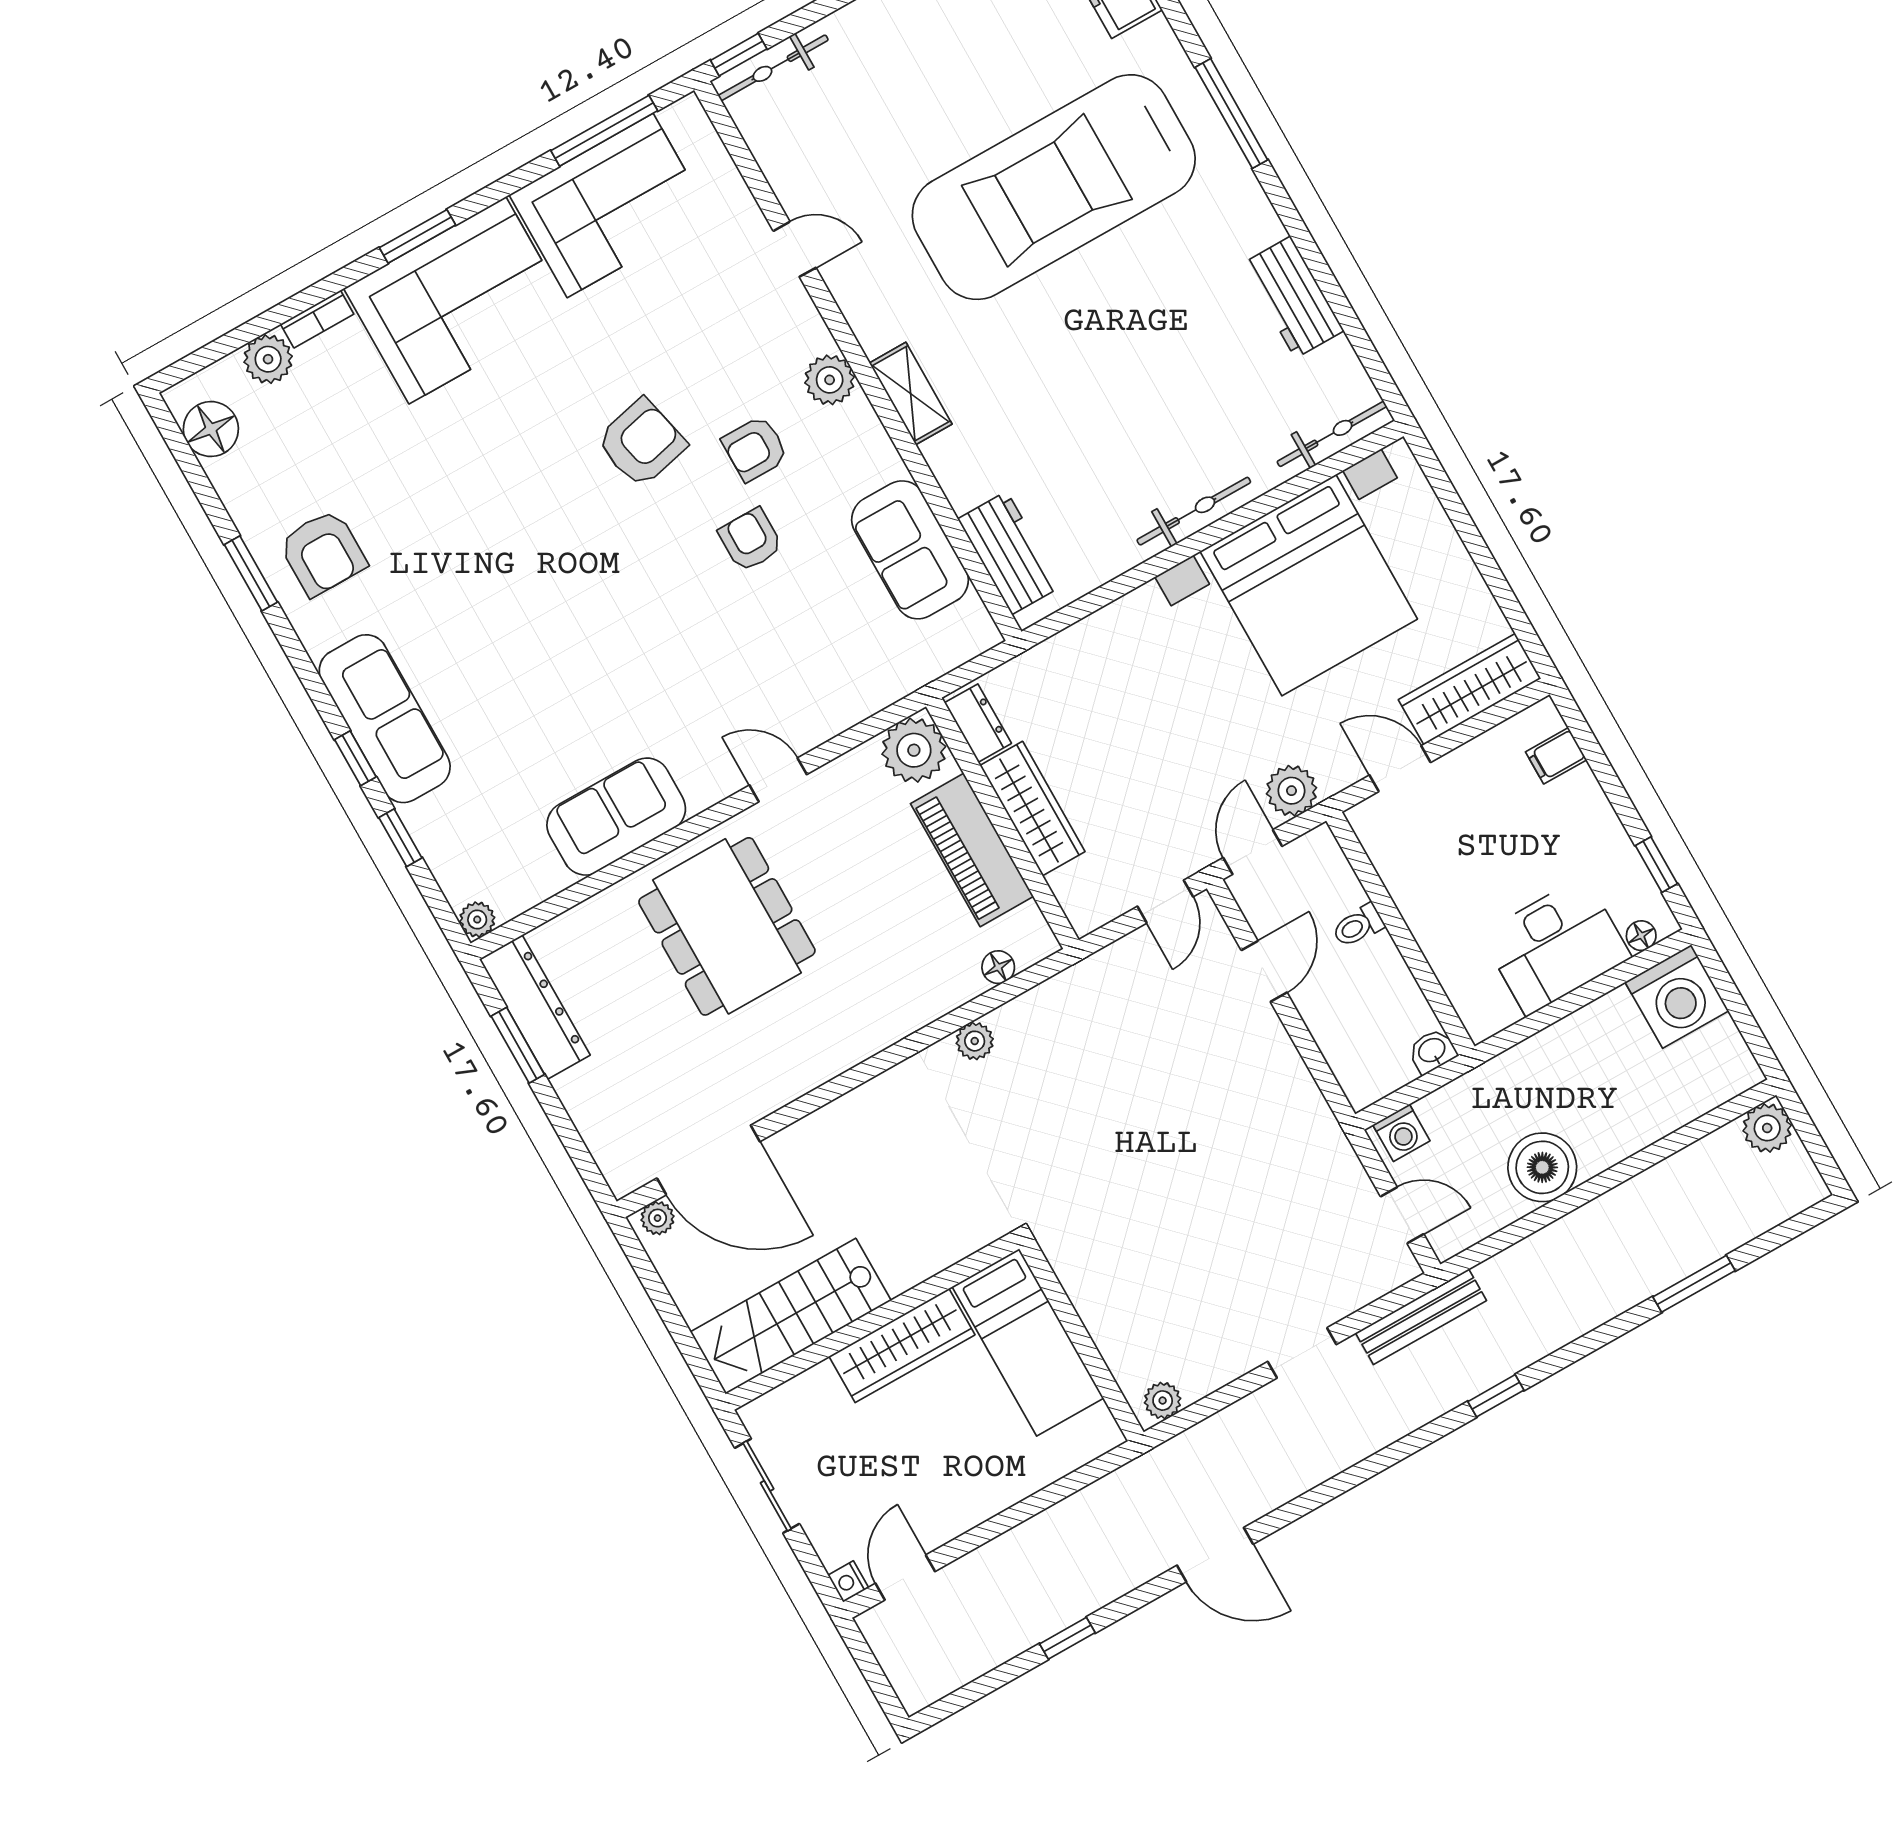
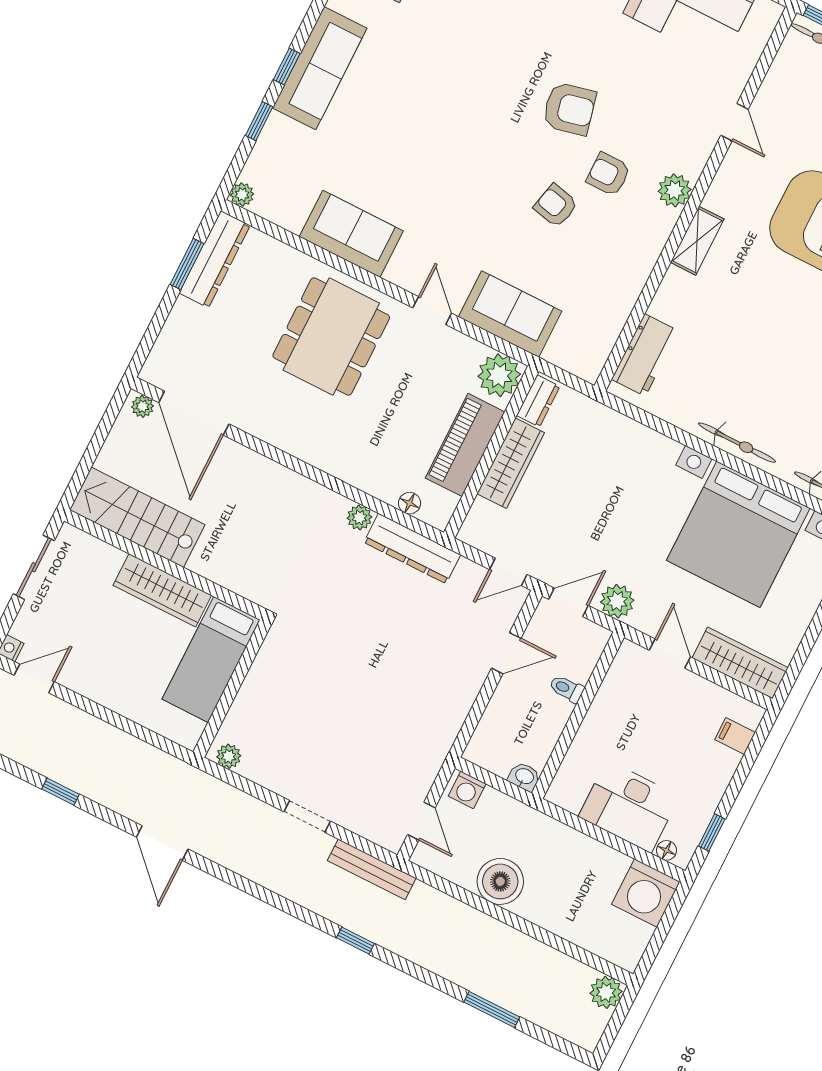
armchair: (750, 540) -> (556, 206), turned -77
sofa: (910, 550) -> (510, 314), moved, turned 90
dresser: (1057, 1001) -> (412, 549), added

